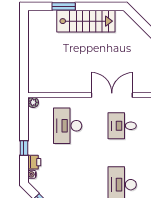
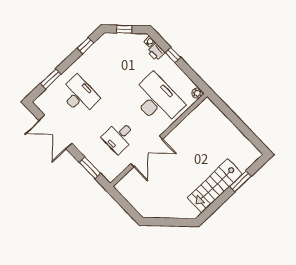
desk: (68, 126) -> (157, 100), width x1.36, depth x1.30
desk: (122, 126) -> (119, 137), turned 180

